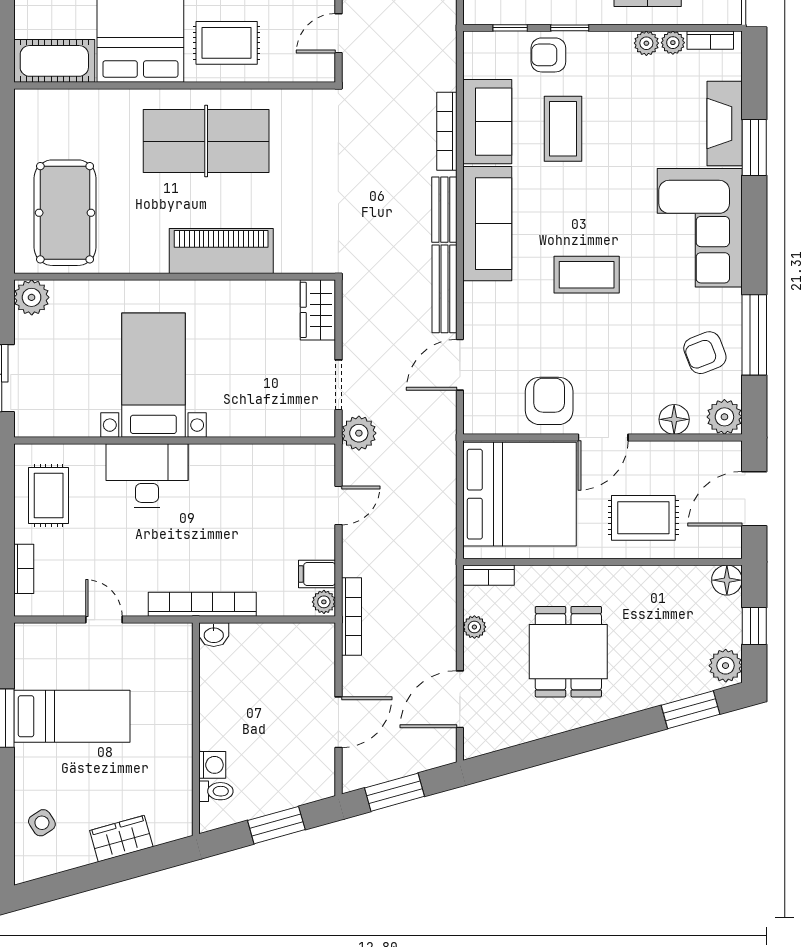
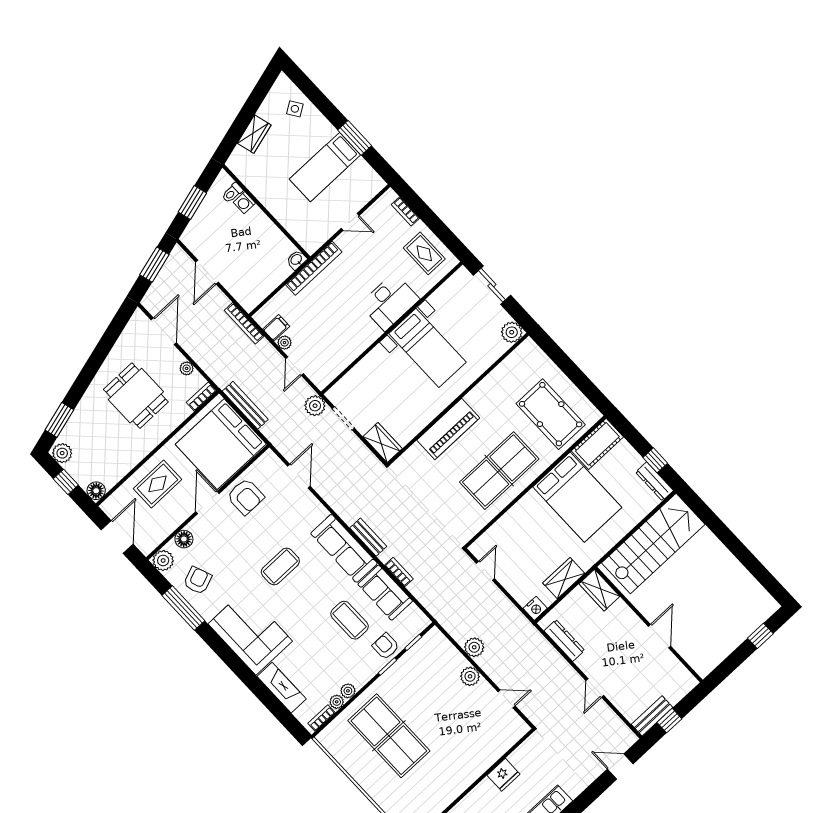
rug: (227, 43) -> (530, 521), removed
armchair: (548, 55) -> (386, 646), turned -90
bookcase: (447, 131) -> (399, 572), width x0.64
window: (754, 148) -> (259, 689), removed
pool table: (65, 213) -> (551, 414), moved
bench: (444, 289) -> (245, 405), moved
plant: (324, 602) -> (285, 343), moved

